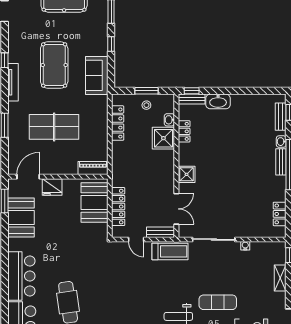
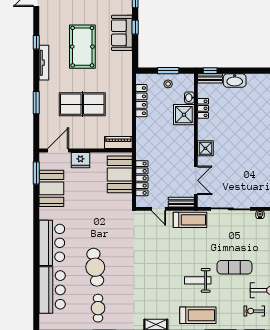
sofa: (97, 75) -> (122, 33), moved

